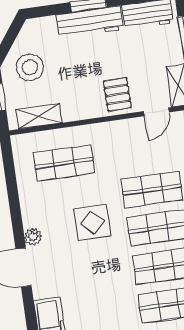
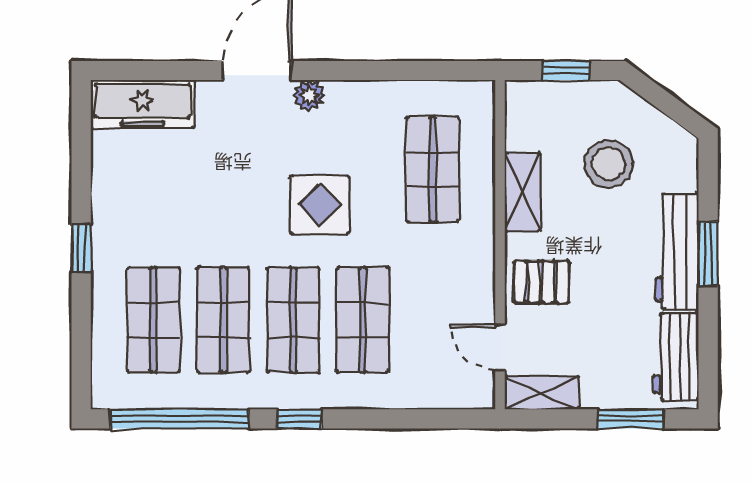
stool: (30, 67) -> (609, 164), moved
shelving: (39, 116) -> (522, 192), moved

